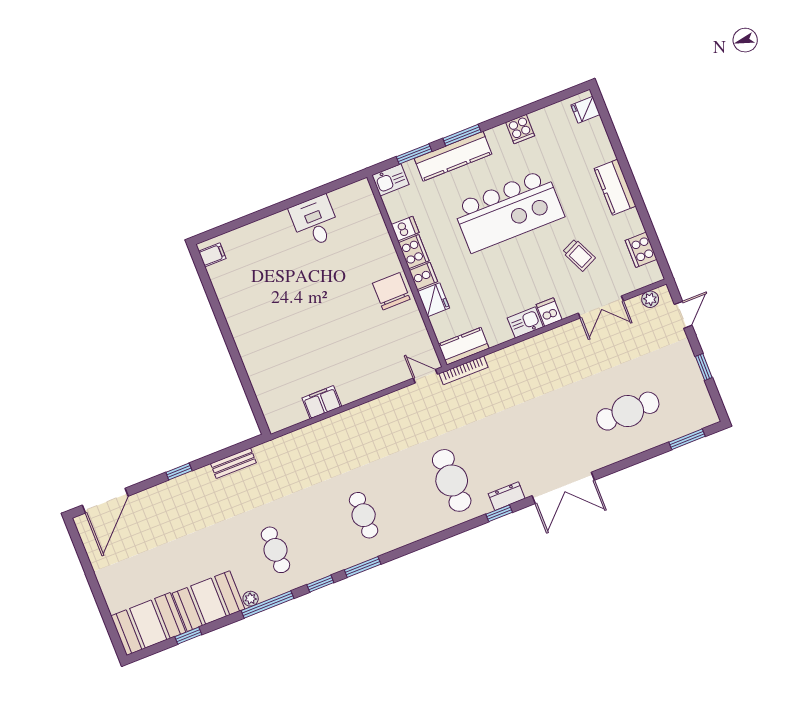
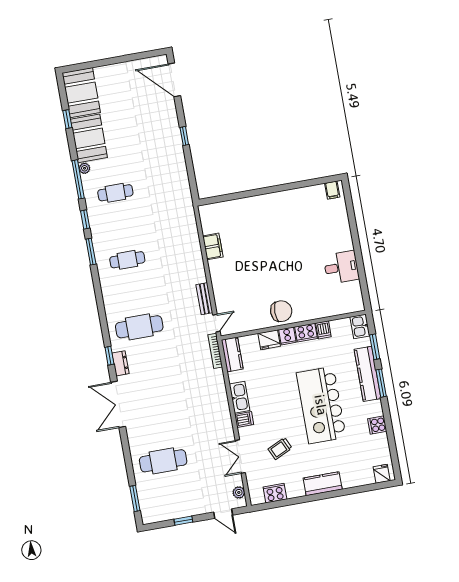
kitchen sink: (525, 322) -> (239, 397), width x1.38
cafe table: (628, 411) -> (163, 461), turned 90
bench: (233, 463) -> (204, 299), moved

